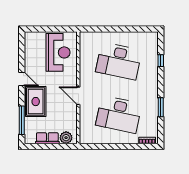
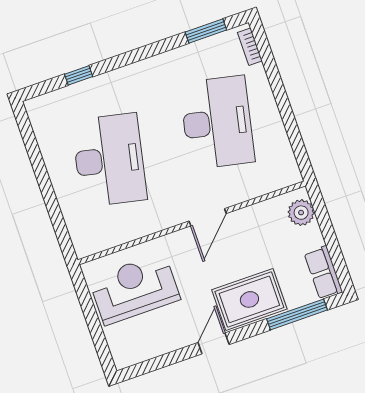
window: (161, 107) -> (206, 31), moved
row of seats: (47, 138) -> (323, 273), moved

